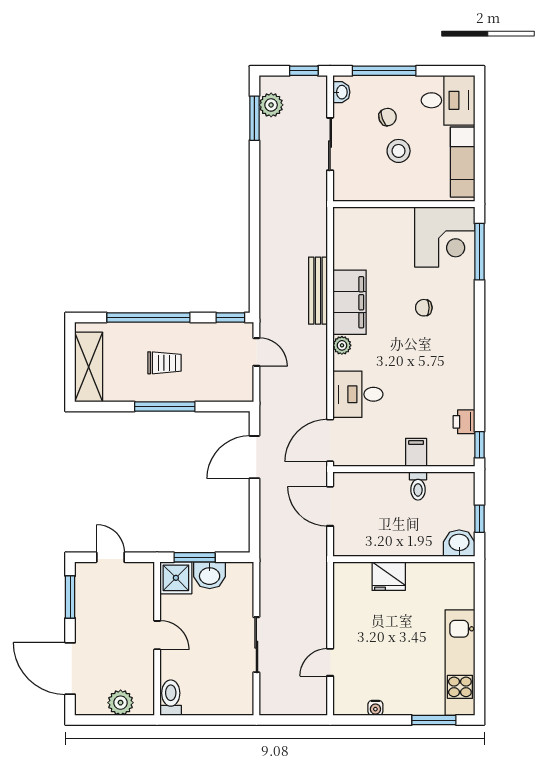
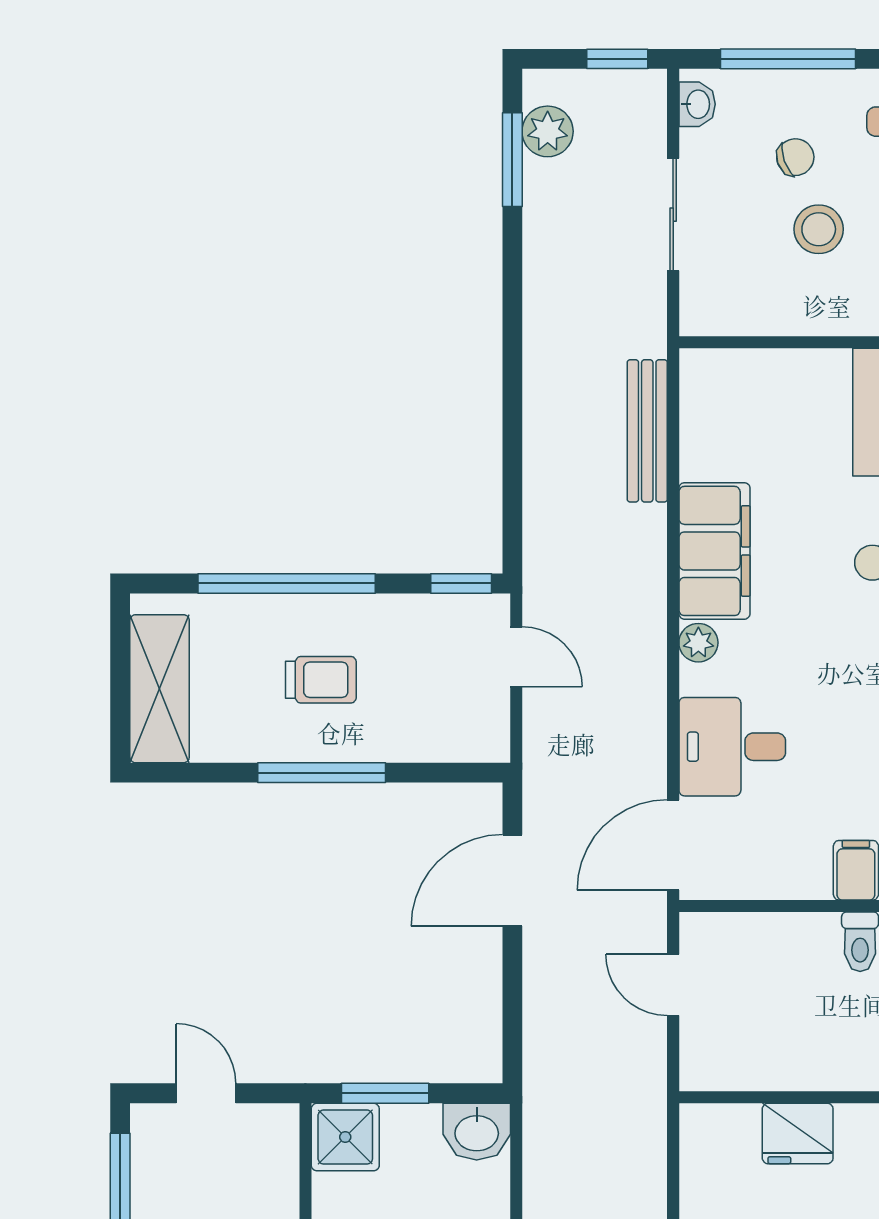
bench: (318, 291) -> (647, 431), moved
door: (330, 506) -> (673, 985), width x0.73
washbasin: (210, 575) -> (477, 1132), moved

